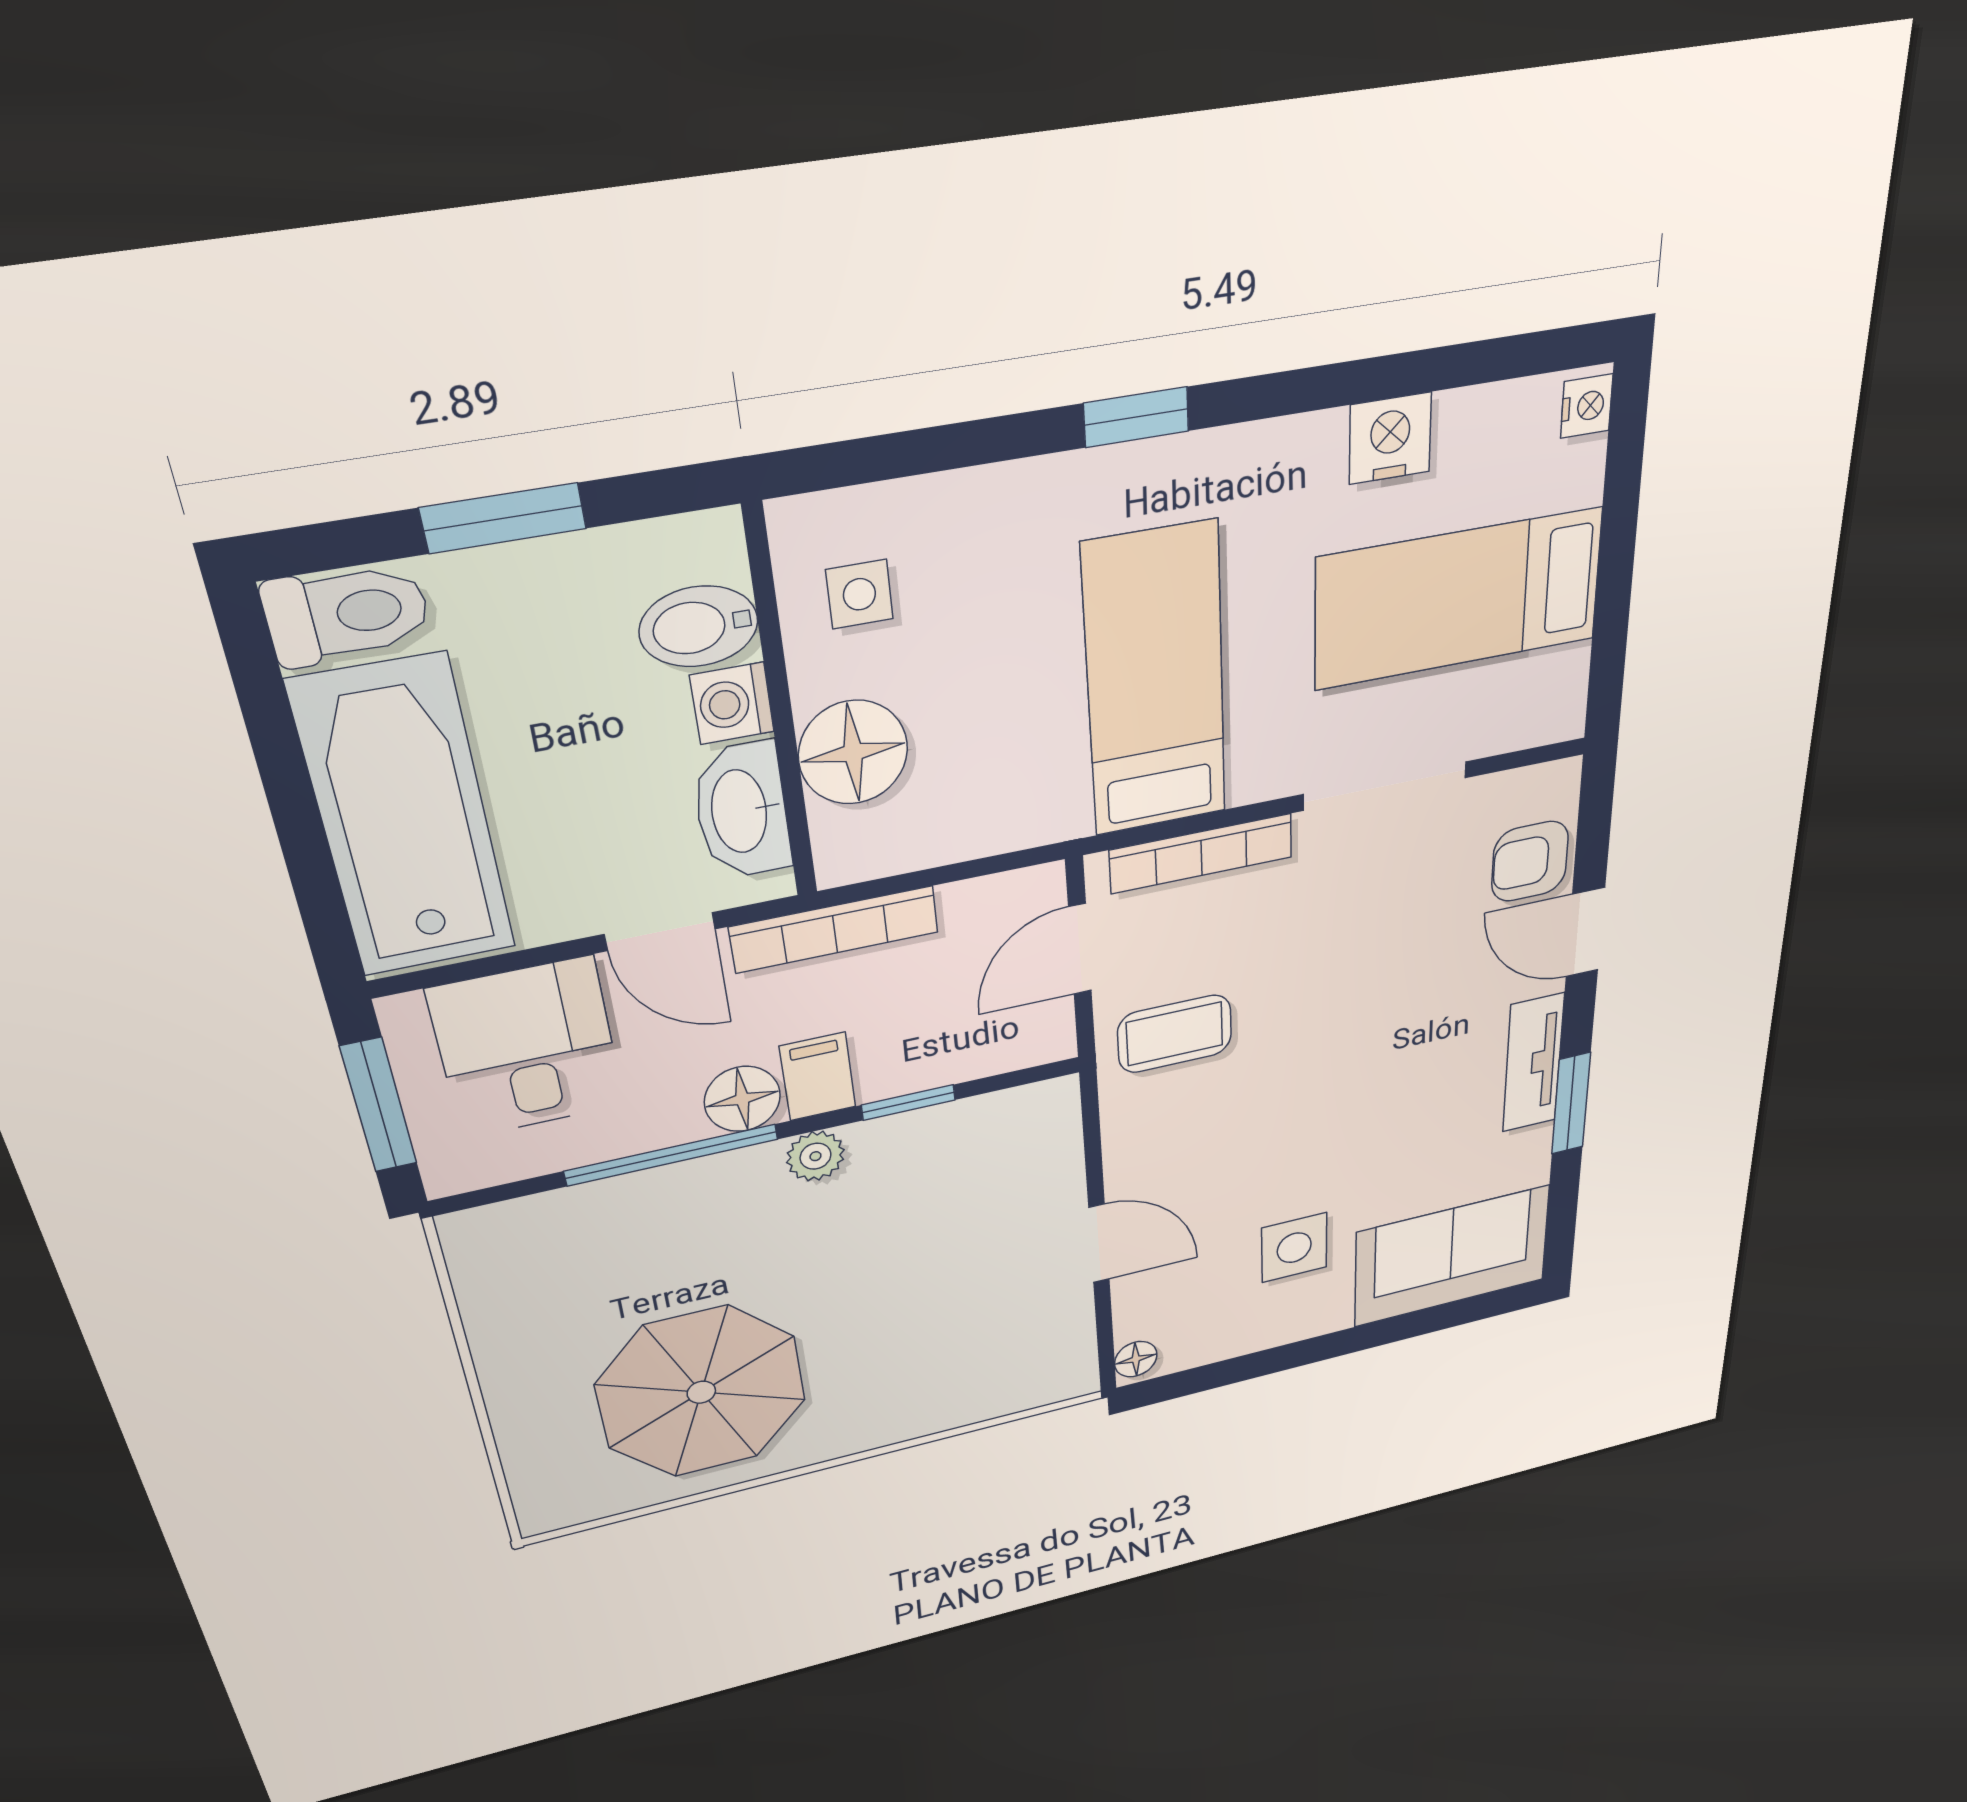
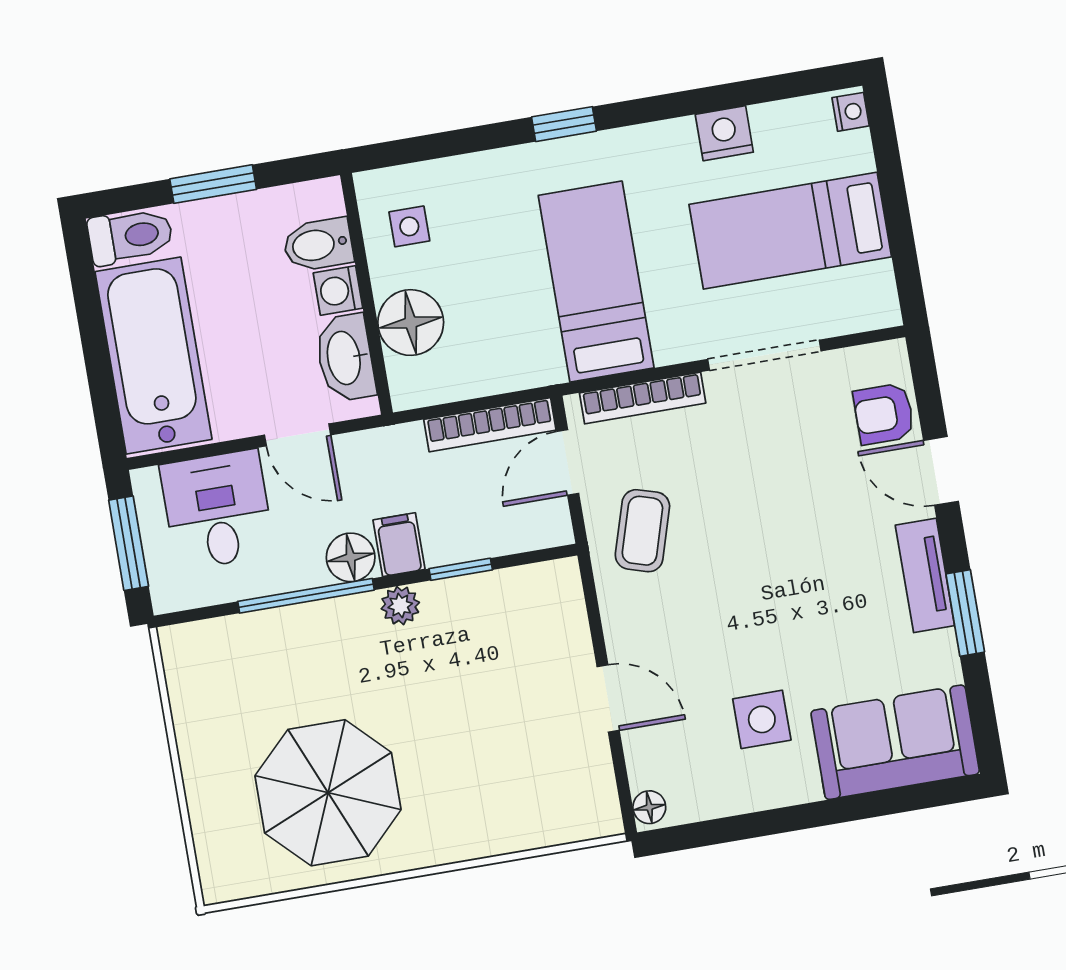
bookcase: (834, 930) -> (490, 425), moved
coffee table: (1175, 1034) -> (642, 531), turned -73

